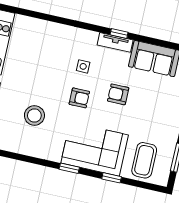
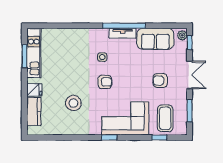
window: (119, 33) -> (124, 26), width x3.17
armchair: (118, 94) -> (160, 81), moved
window: (112, 178) -> (159, 137), moved

